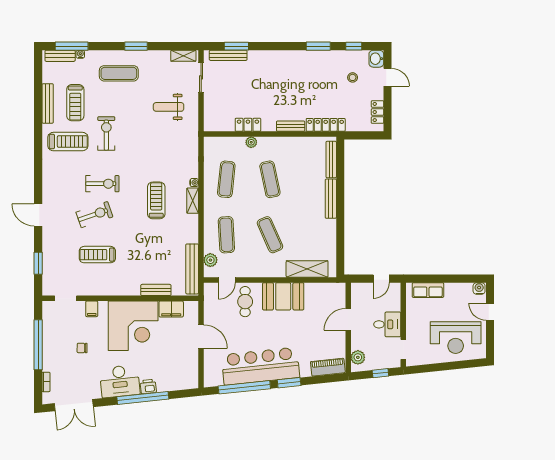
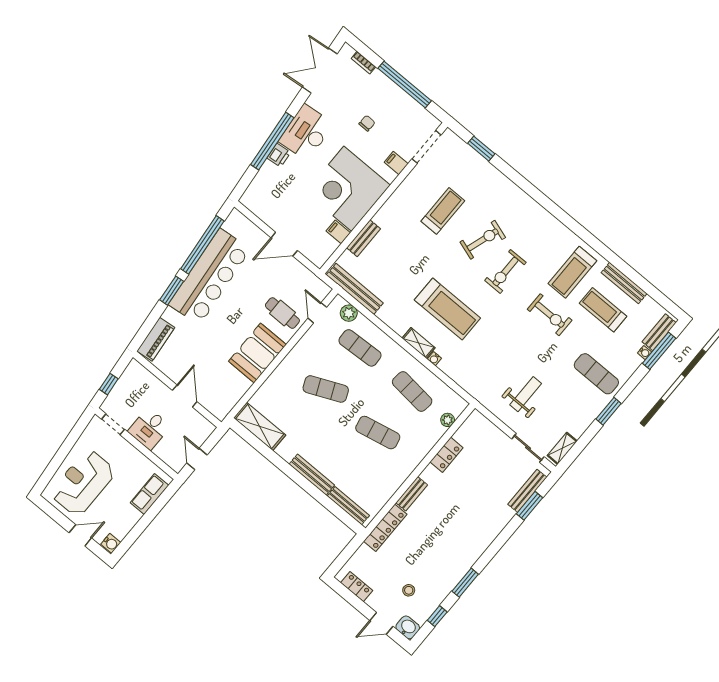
exercise mat: (119, 73) -> (596, 374), turned 90
plant: (251, 142) -> (448, 420), moved
treadmill: (156, 200) -> (447, 309), width x1.37, depth x1.38
door: (38, 215) -> (527, 186), removed
exercise bike: (94, 215) -> (483, 240), turned -143
shelving: (307, 269) -> (260, 426), moved, turned 90
doorway: (66, 298) -> (427, 147), width x1.38
filing cabinet: (171, 309) -> (338, 232), width x0.50
plant: (358, 357) -> (141, 375), removed

